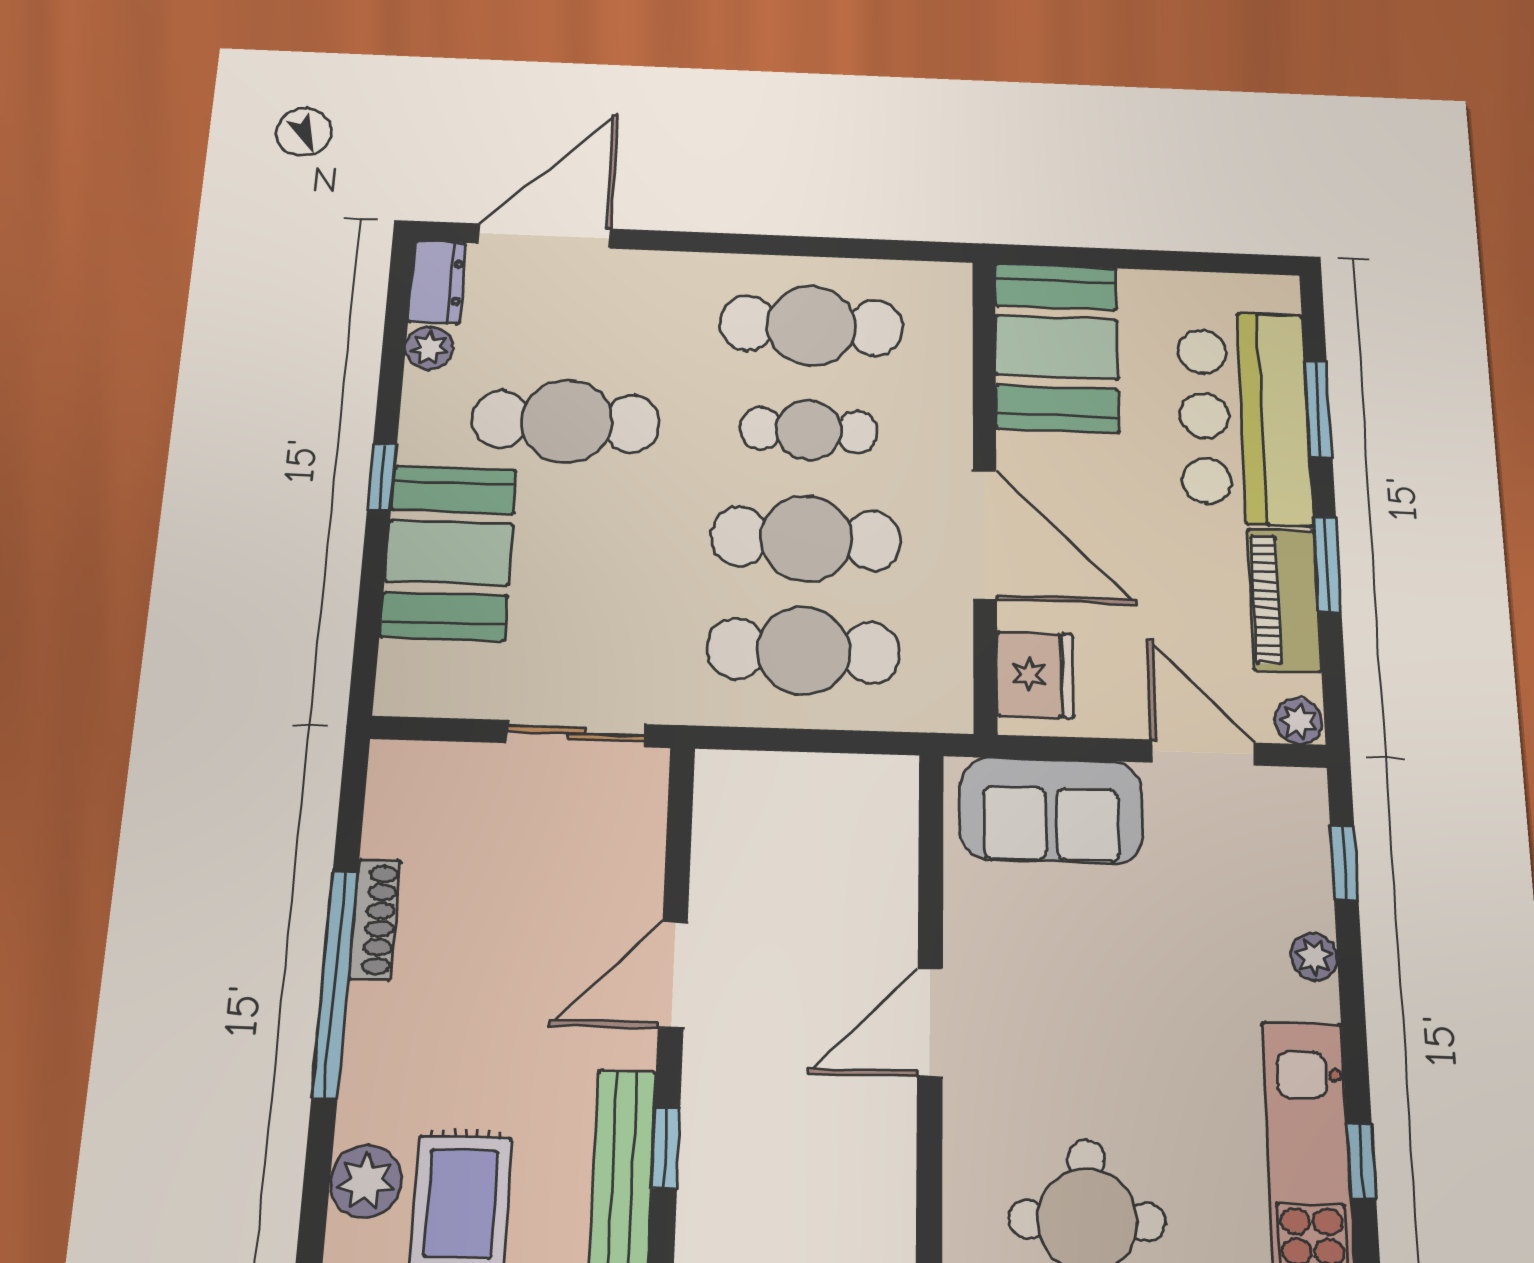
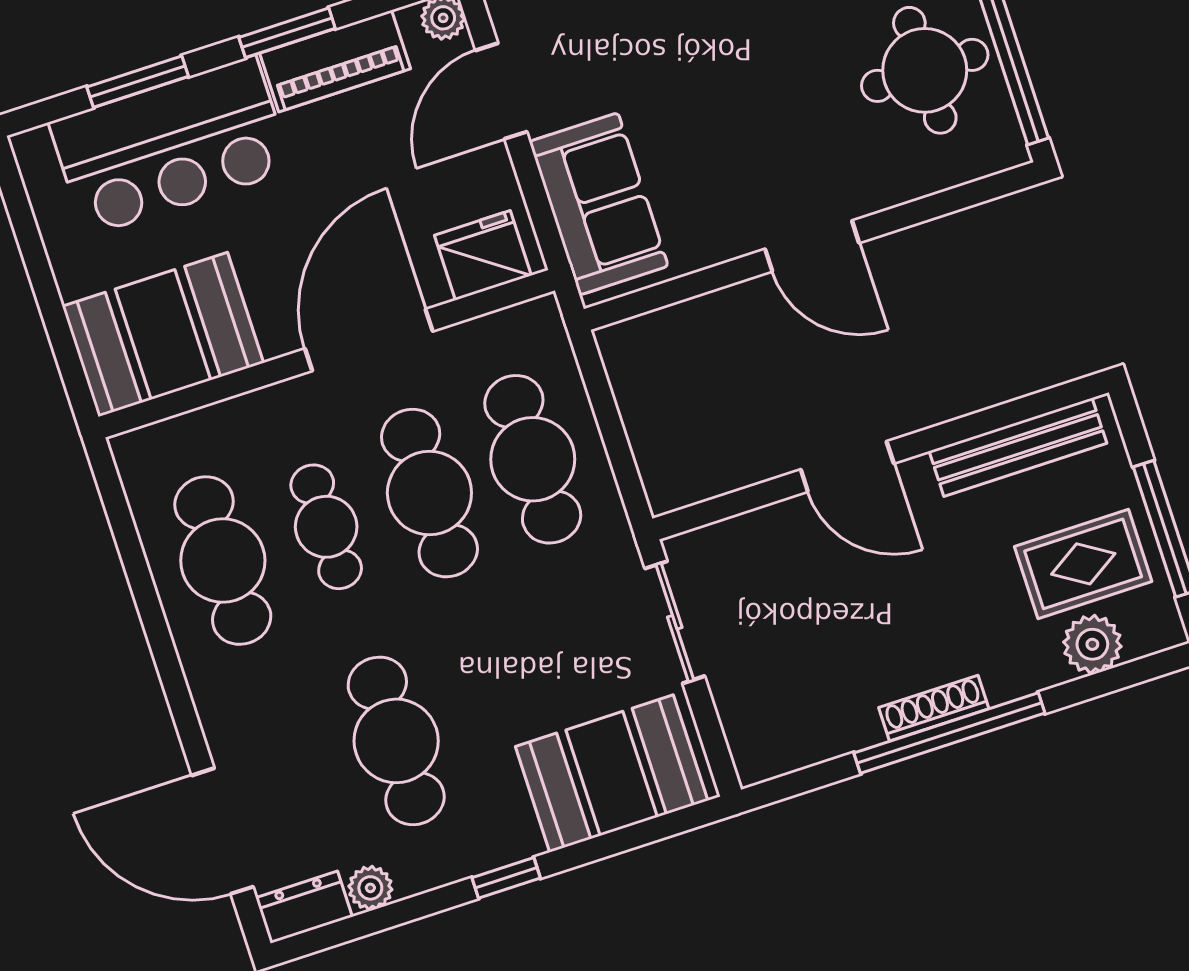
booth: (449, 553) -> (612, 773), moved
shoe rack: (375, 920) -> (934, 708), moved
window: (666, 1148) -> (985, 421), removed

